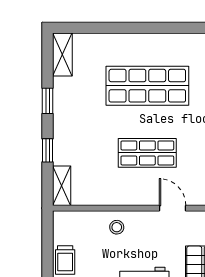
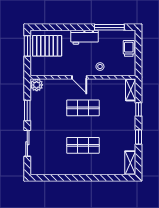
shop shelf: (147, 86) -> (83, 145), width x0.70, depth x0.74
door: (172, 208) -> (79, 77), moved

